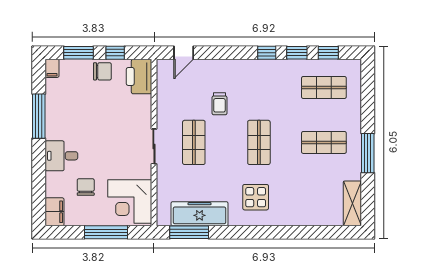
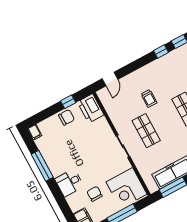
window: (79, 53) -> (46, 114), removed

